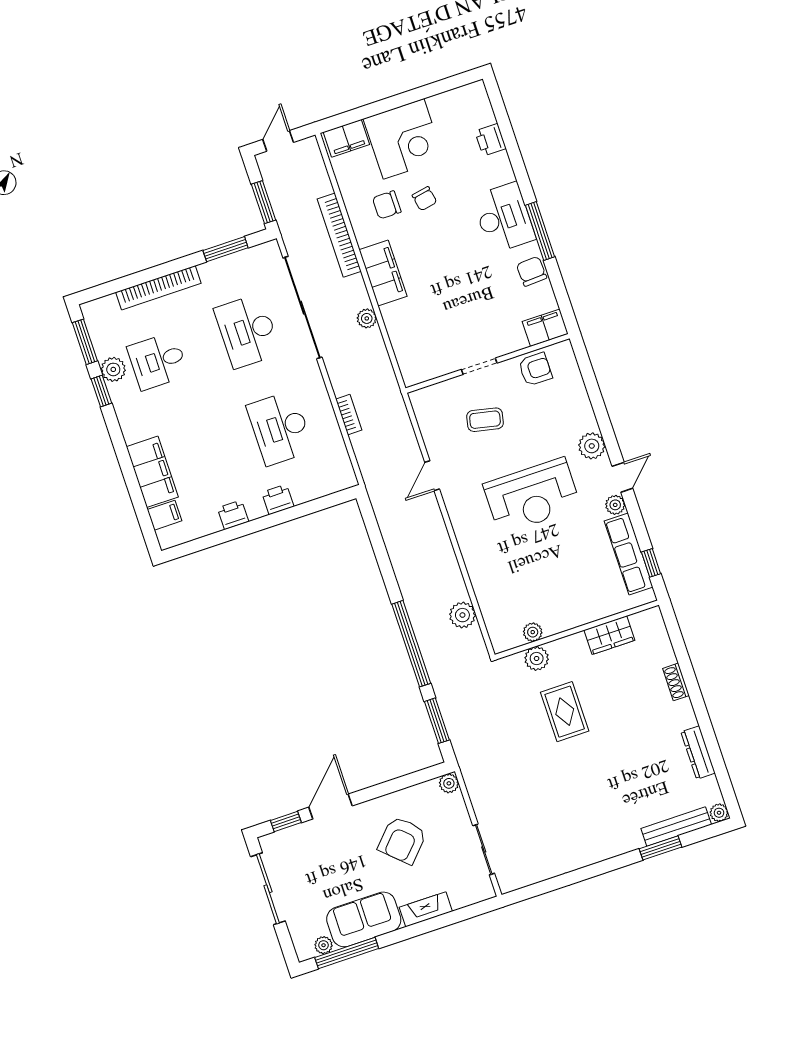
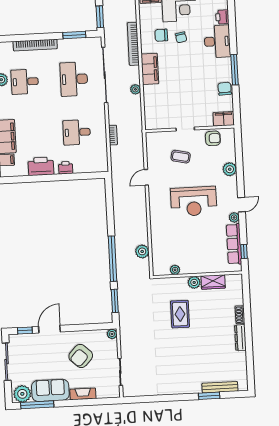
desk: (504, 218) -> (217, 41), moved
desk: (280, 428) -> (77, 132), width x0.73
plant: (592, 446) -> (230, 169), moved
printer: (233, 515) -> (41, 166), width x1.87, depth x1.48
plant: (537, 658) -> (194, 282), moved
dresser: (698, 752) -> (240, 338), moved
plant: (719, 813) -> (243, 386), removed
plant: (324, 945) -> (22, 394), width x1.87, depth x1.87

